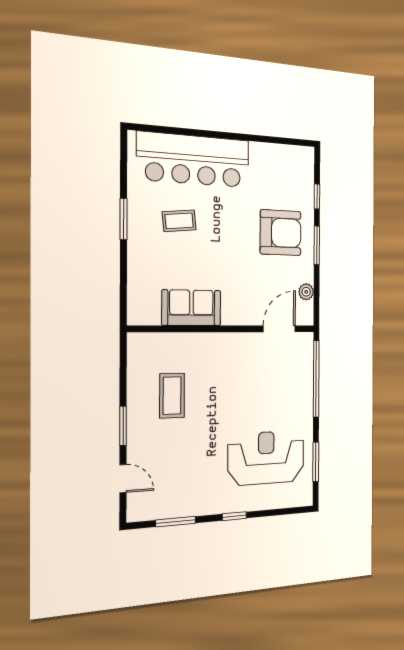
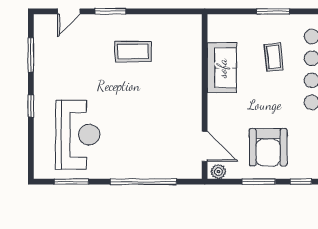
sofa: (191, 308) -> (222, 68), moved
wall: (224, 329) -> (205, 97), moved
door: (279, 329) -> (205, 146), moved

